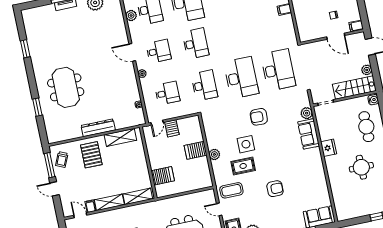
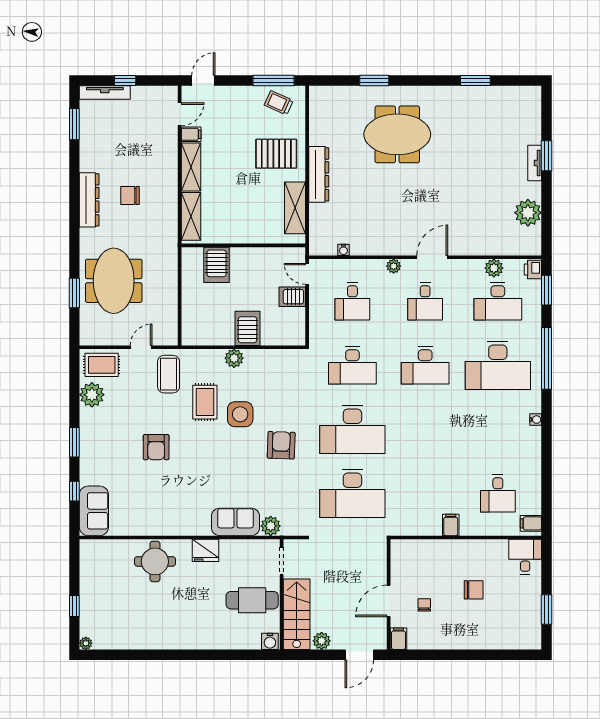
cafe table: (366, 127) -> (252, 600), moved
round table: (361, 167) -> (155, 561), moved
door: (55, 189) -> (203, 81), moved

